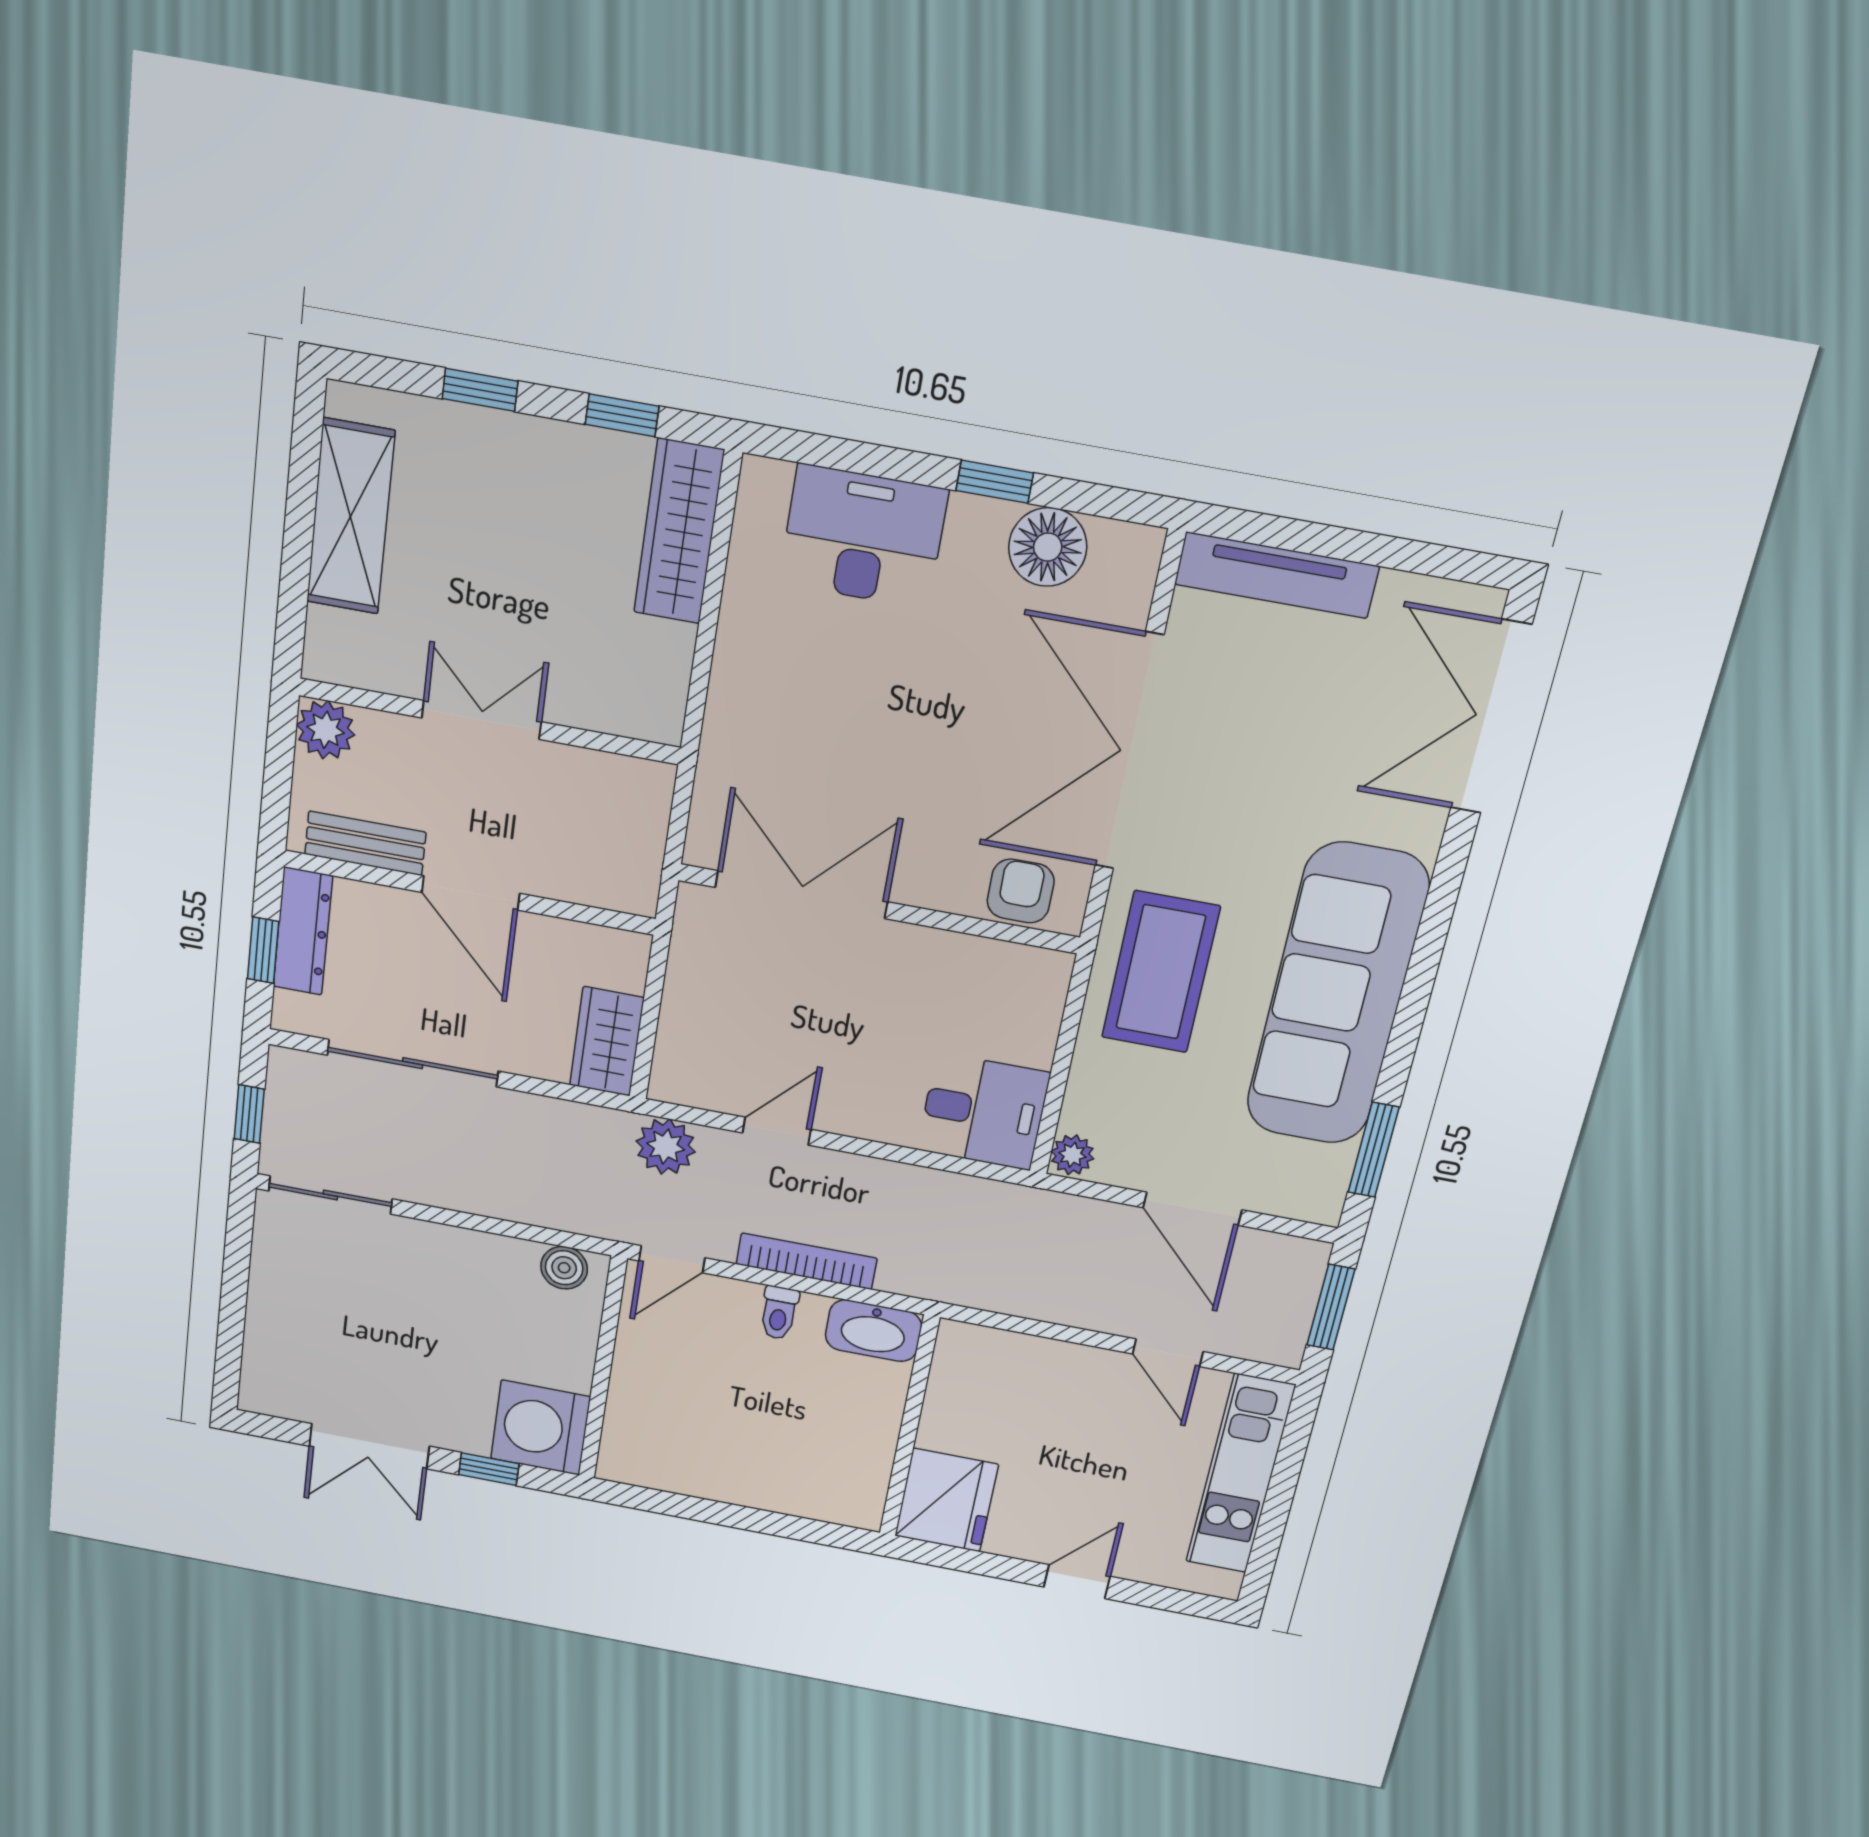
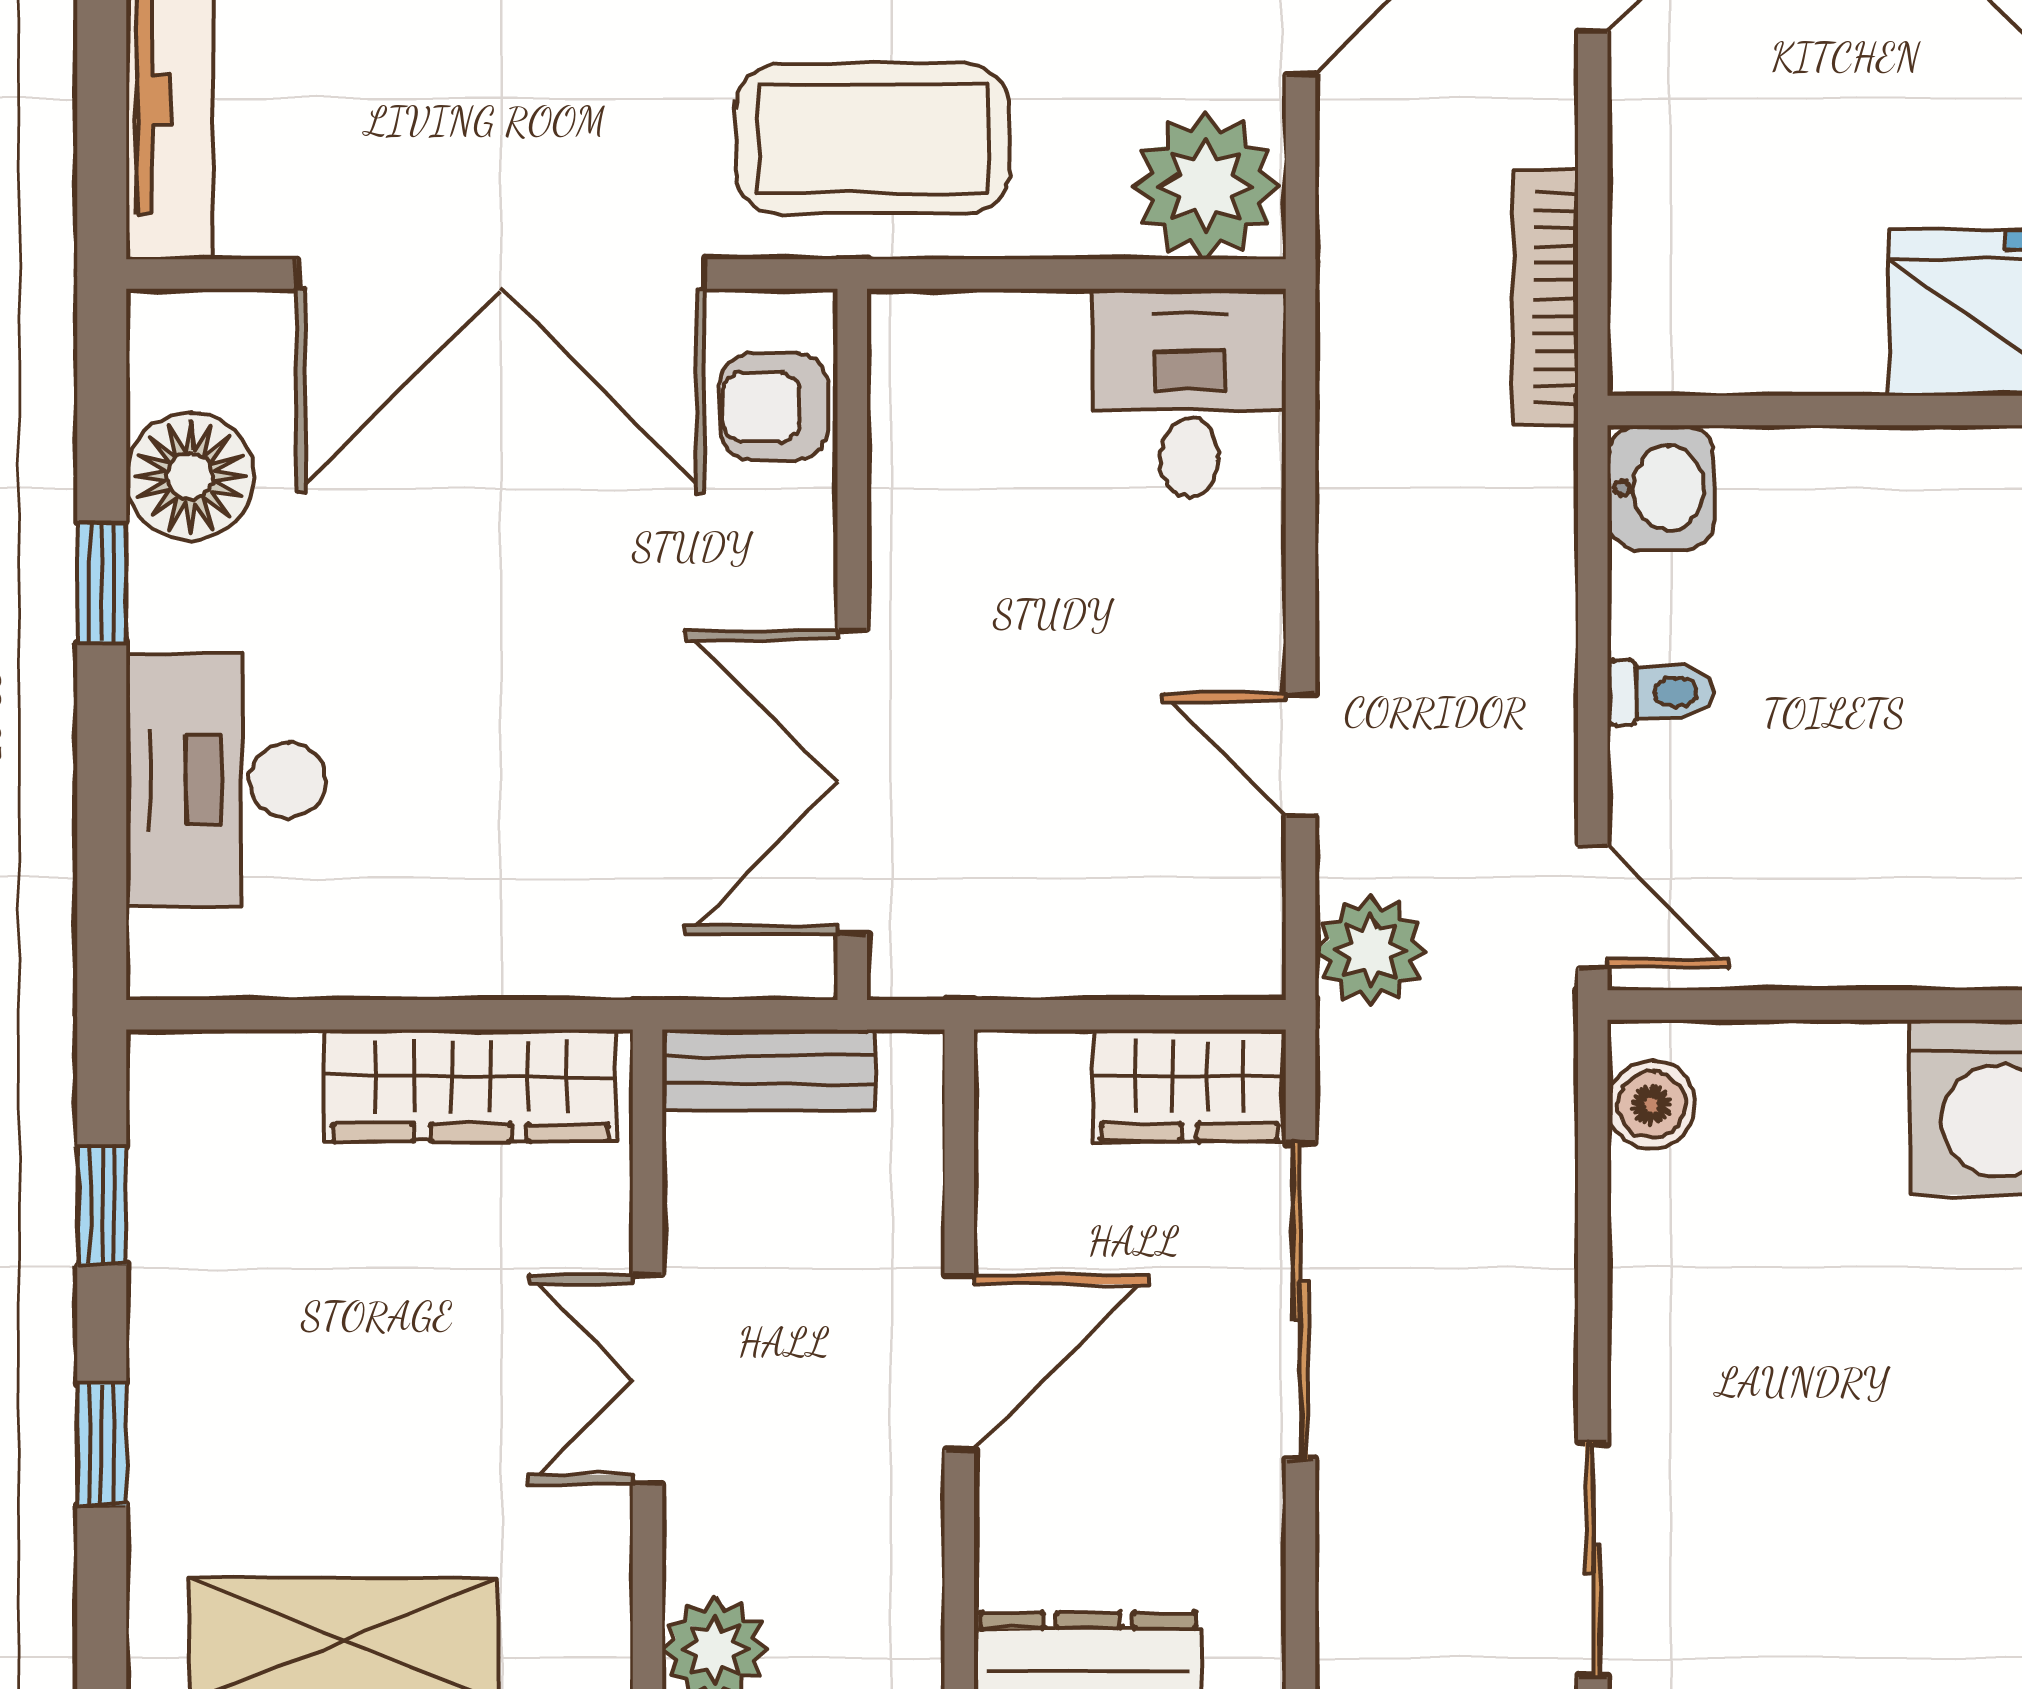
wardrobe: (679, 532) -> (471, 1085), moved
bench: (365, 843) -> (768, 1070), moved, turned 90
sliding door: (413, 1063) -> (1300, 1300), moved
plant: (1072, 1155) -> (1206, 186), width x1.88, depth x1.88
bookcase: (807, 1261) -> (1545, 299), moved
washbasin: (873, 1331) -> (1661, 488), width x0.72

